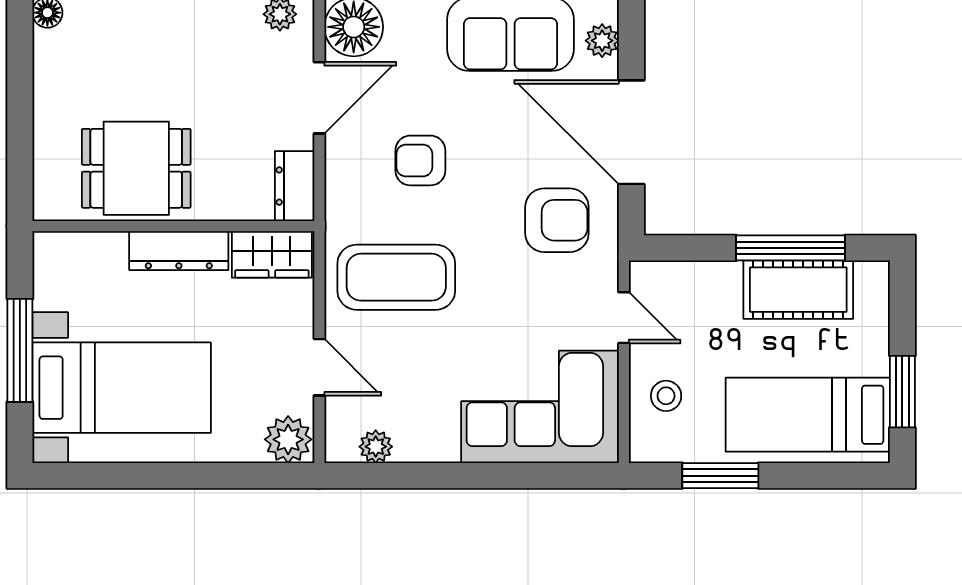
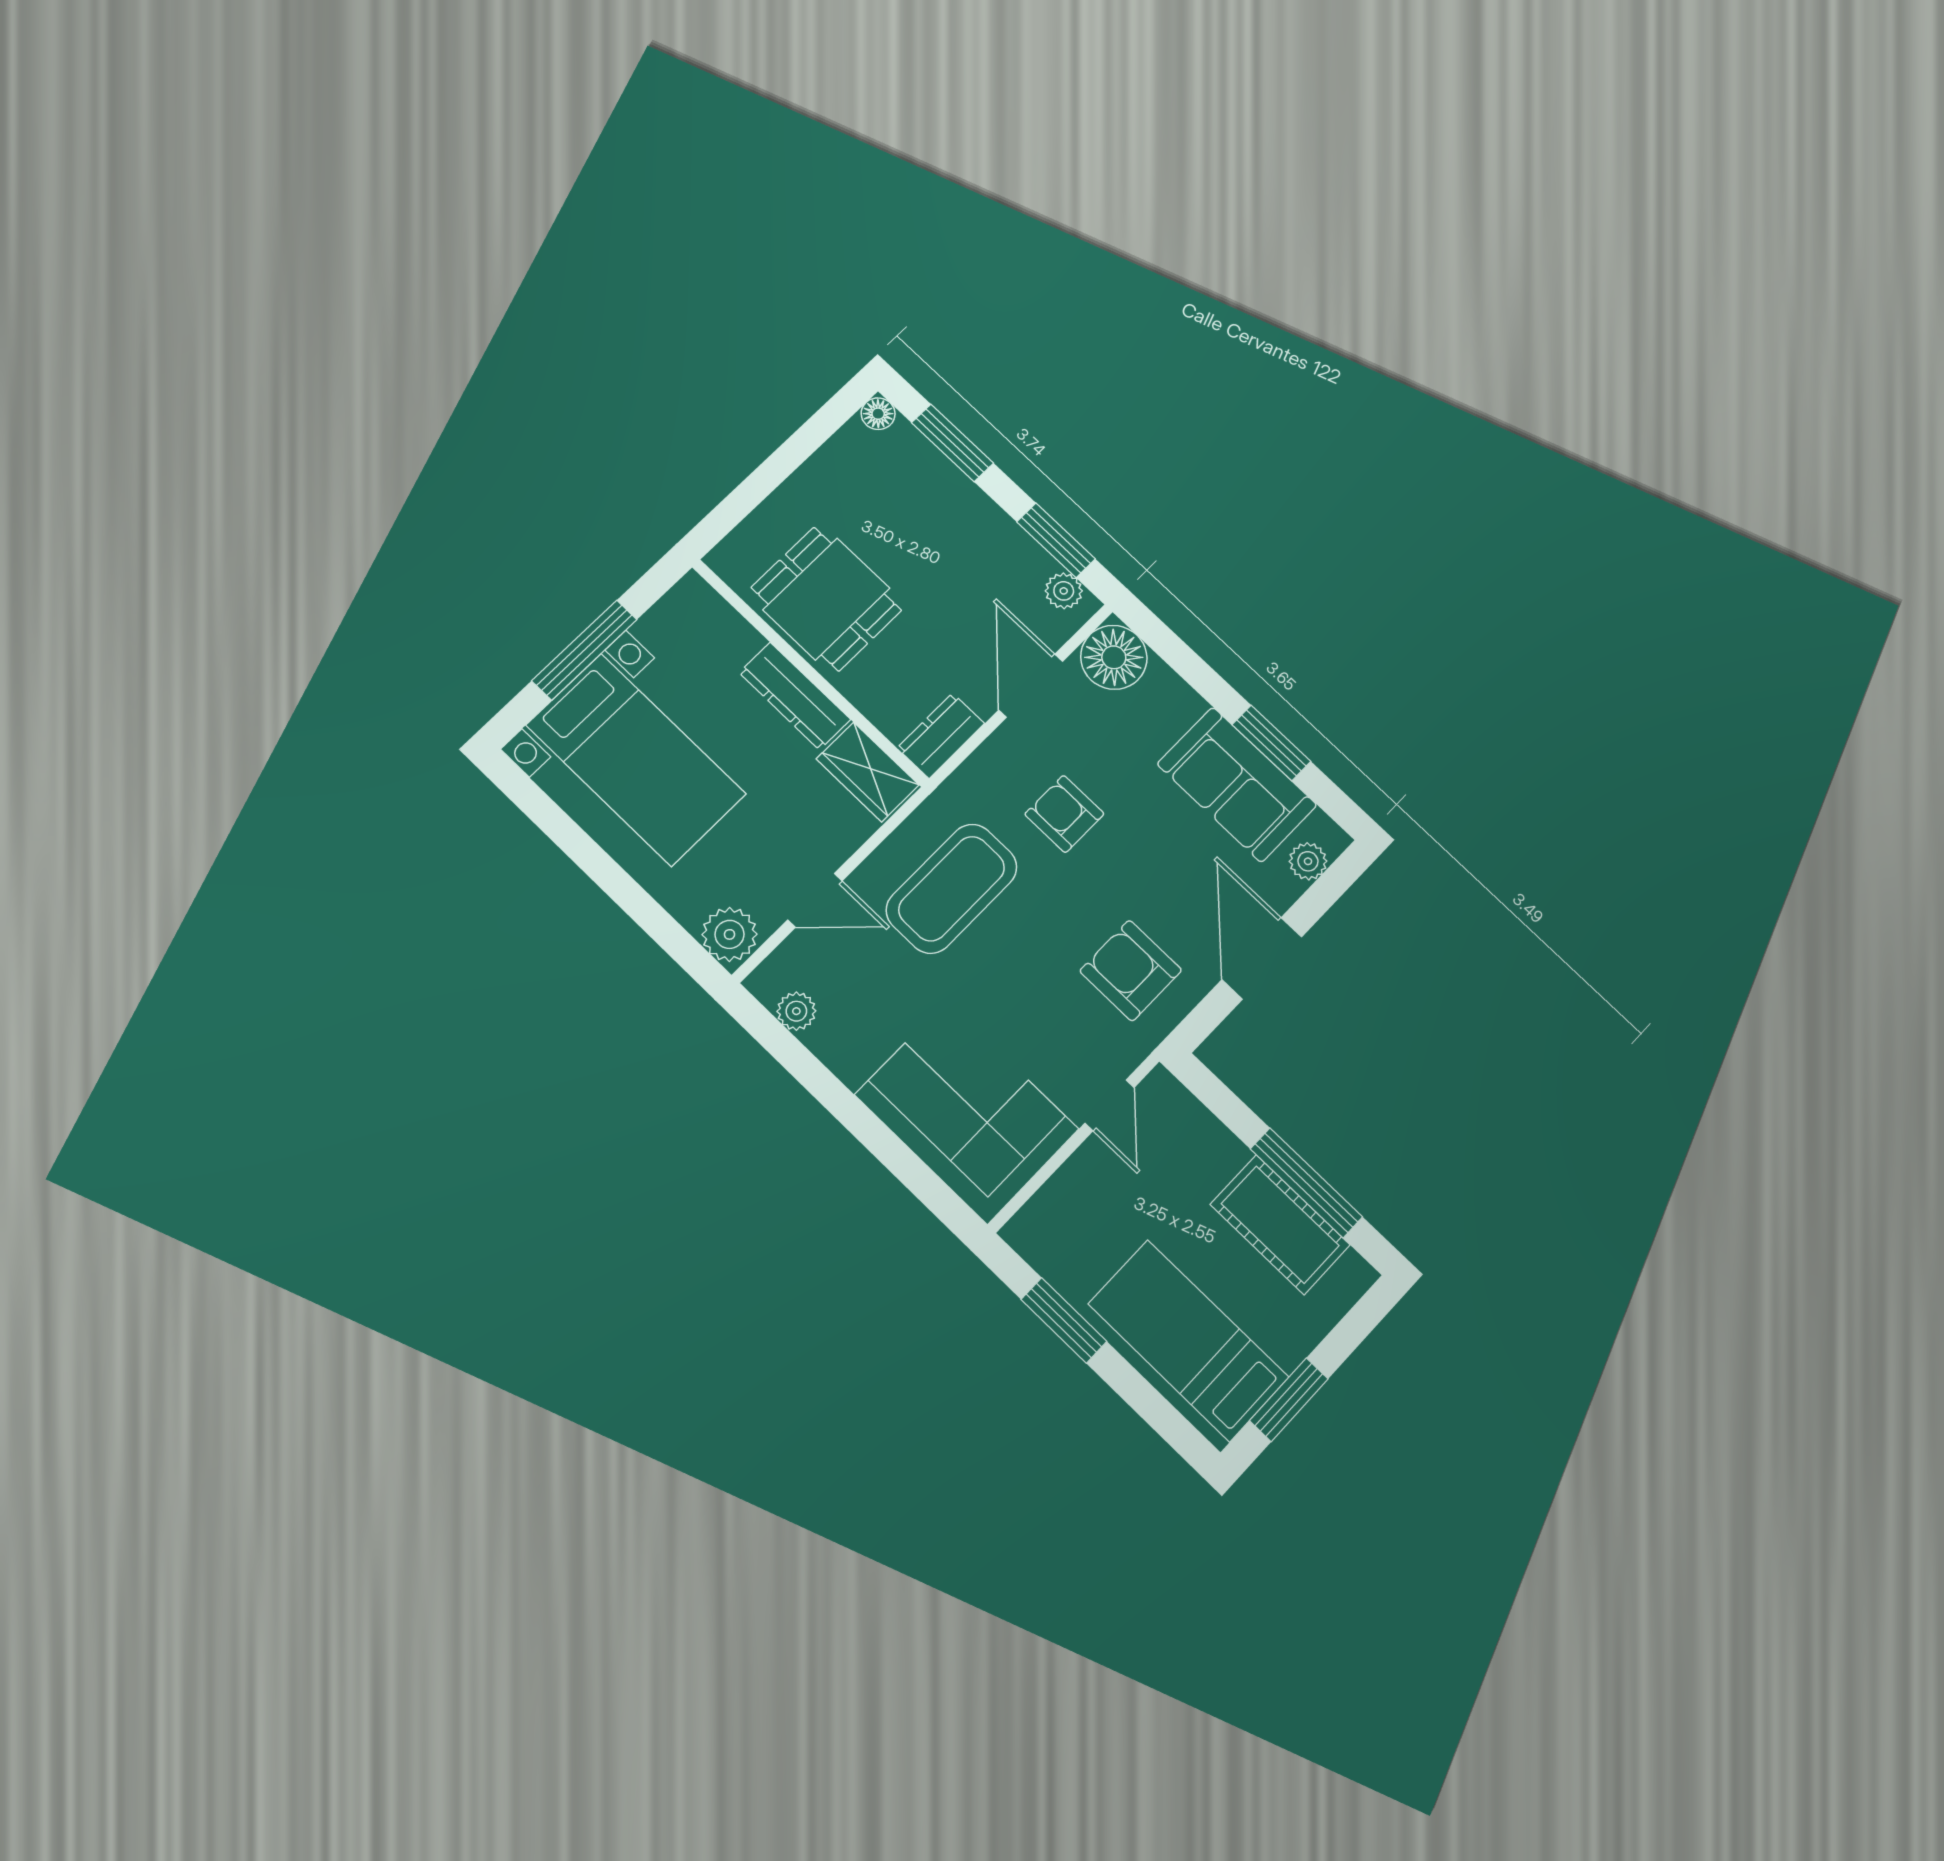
door: (319, 98) -> (1031, 686), swing flipped
door: (631, 132) -> (1262, 958), width x0.73
armchair: (557, 220) -> (1131, 971), turned 180
coffee table: (396, 277) -> (952, 889), turned 90
door: (319, 367) -> (815, 900), hinge flipped
stool: (666, 396) -> (1082, 1206), removed

